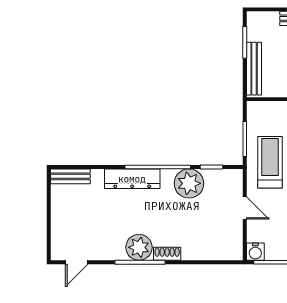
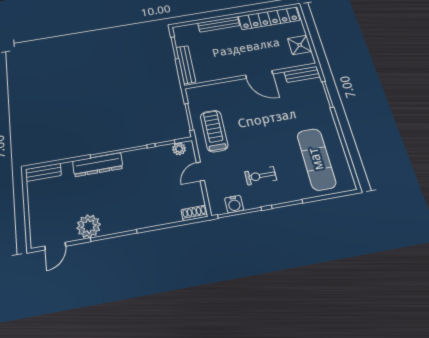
plant: (189, 183) -> (179, 149), moved, width x0.53, depth x0.53
door: (245, 208) -> (200, 172), swing flipped
plant: (139, 247) -> (89, 226), moved
water cooler: (255, 252) -> (234, 204), moved
shoe rack: (167, 254) -> (194, 213), moved

